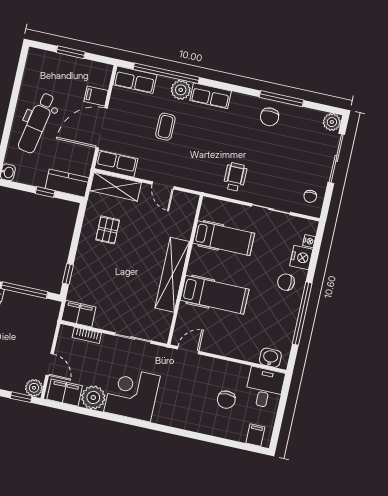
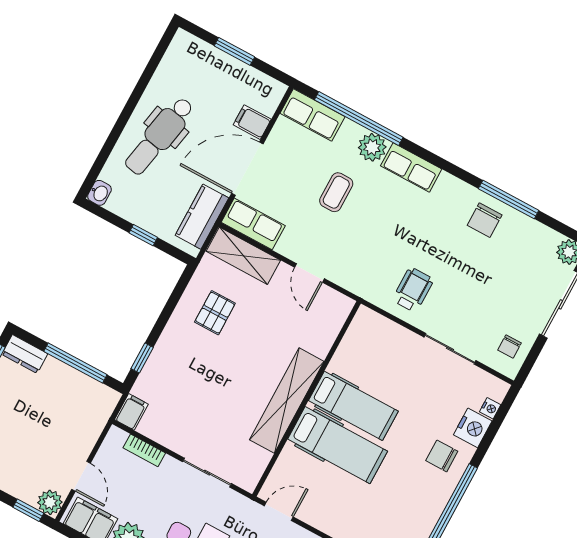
kitchen counter: (67, 183) -> (202, 217), moved, turned -90
hospital bed: (224, 238) -> (353, 406), moved
filing cabinet: (79, 314) -> (131, 412), width x0.50

